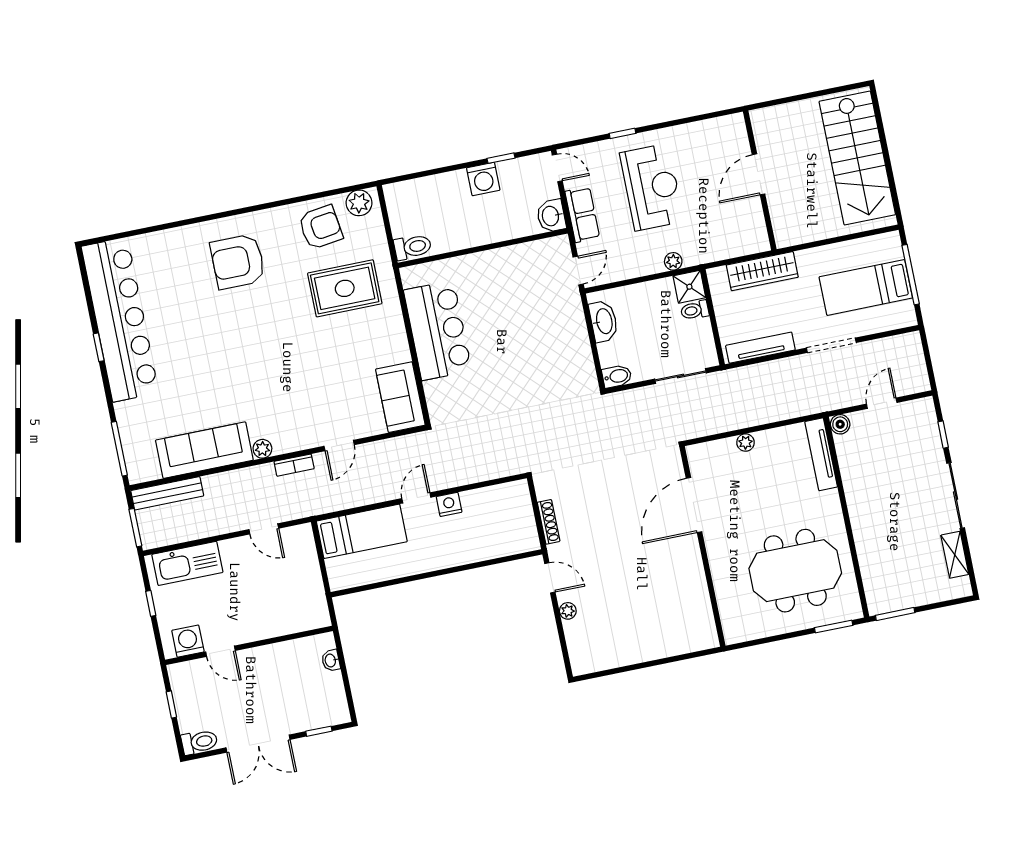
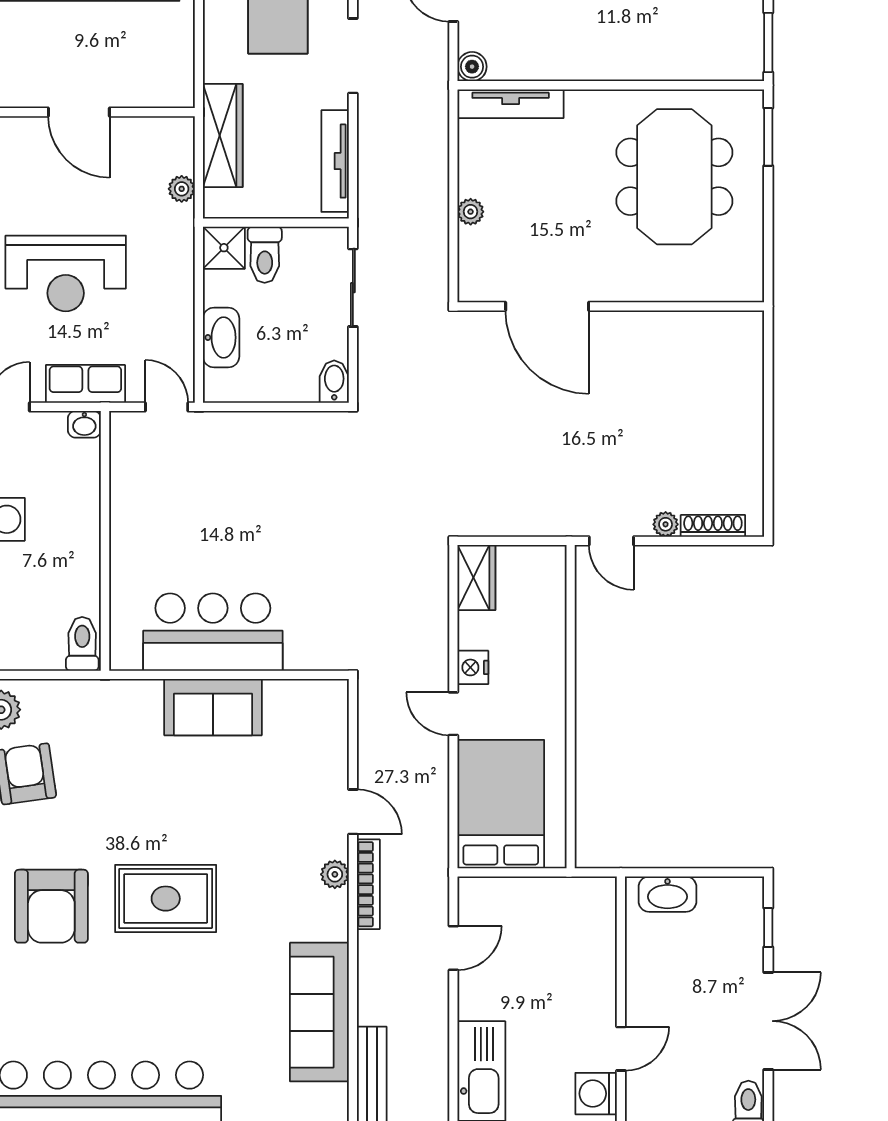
reception desk: (652, 187) -> (66, 273), turned 180
washbasin: (551, 216) -> (84, 424), width x0.72, depth x0.69
plant: (673, 261) -> (182, 189), moved
rug: (345, 288) -> (166, 899), moved, turned 90
toilet: (695, 310) -> (265, 255), width x1.37, depth x1.39
washbasin: (604, 321) -> (221, 338), moved, turned 90
sofa: (400, 397) -> (213, 707), moved
plant: (262, 449) -> (335, 874), moved
bookcase: (294, 465) -> (368, 884), width x1.56
wardrobe: (508, 495) -> (476, 578), added
shoe rack: (549, 522) -> (713, 526), moved
bed: (362, 531) -> (501, 804), width x1.50
door: (550, 578) -> (611, 541), swing flipped
washbasin: (331, 660) -> (667, 894), width x1.91, depth x1.45

